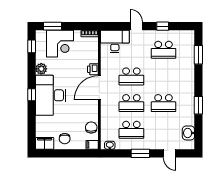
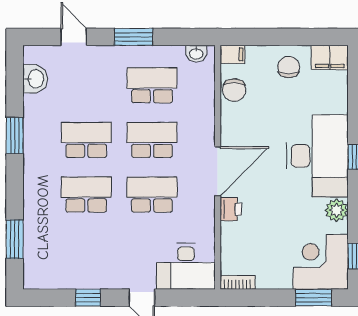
corner desk: (60, 44) -> (321, 262), moved
school desk: (163, 50) -> (86, 195), moved

